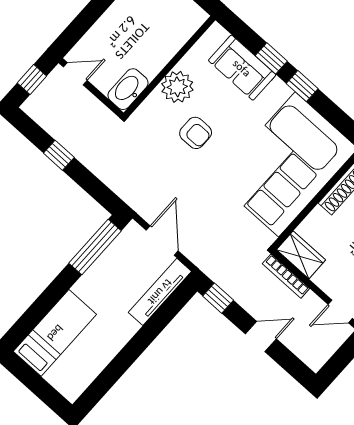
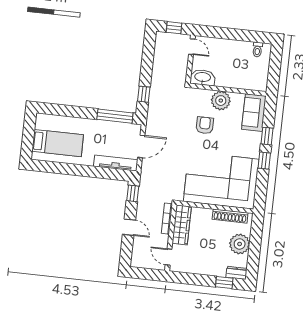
sofa: (242, 68) -> (254, 113), moved
armchair: (196, 133) -> (205, 125), turned 180
window: (59, 155) -> (144, 94), moved
wardrobe: (301, 255) -> (182, 225), width x1.50
bed: (55, 333) -> (58, 143), moved

